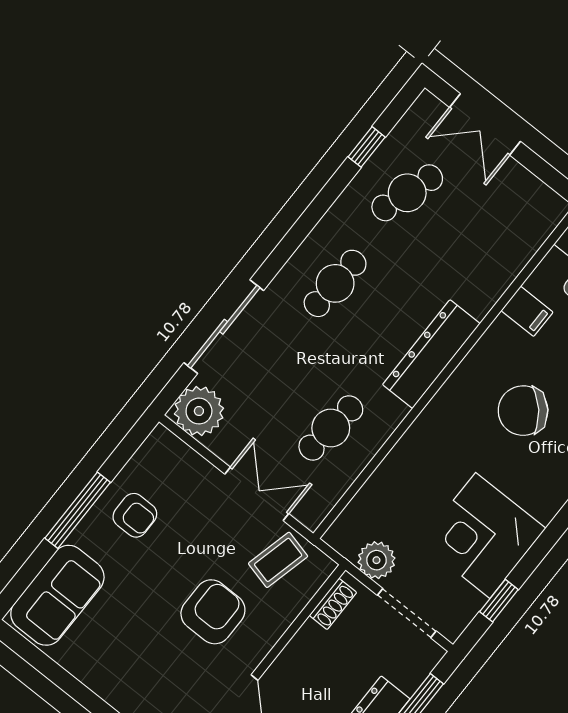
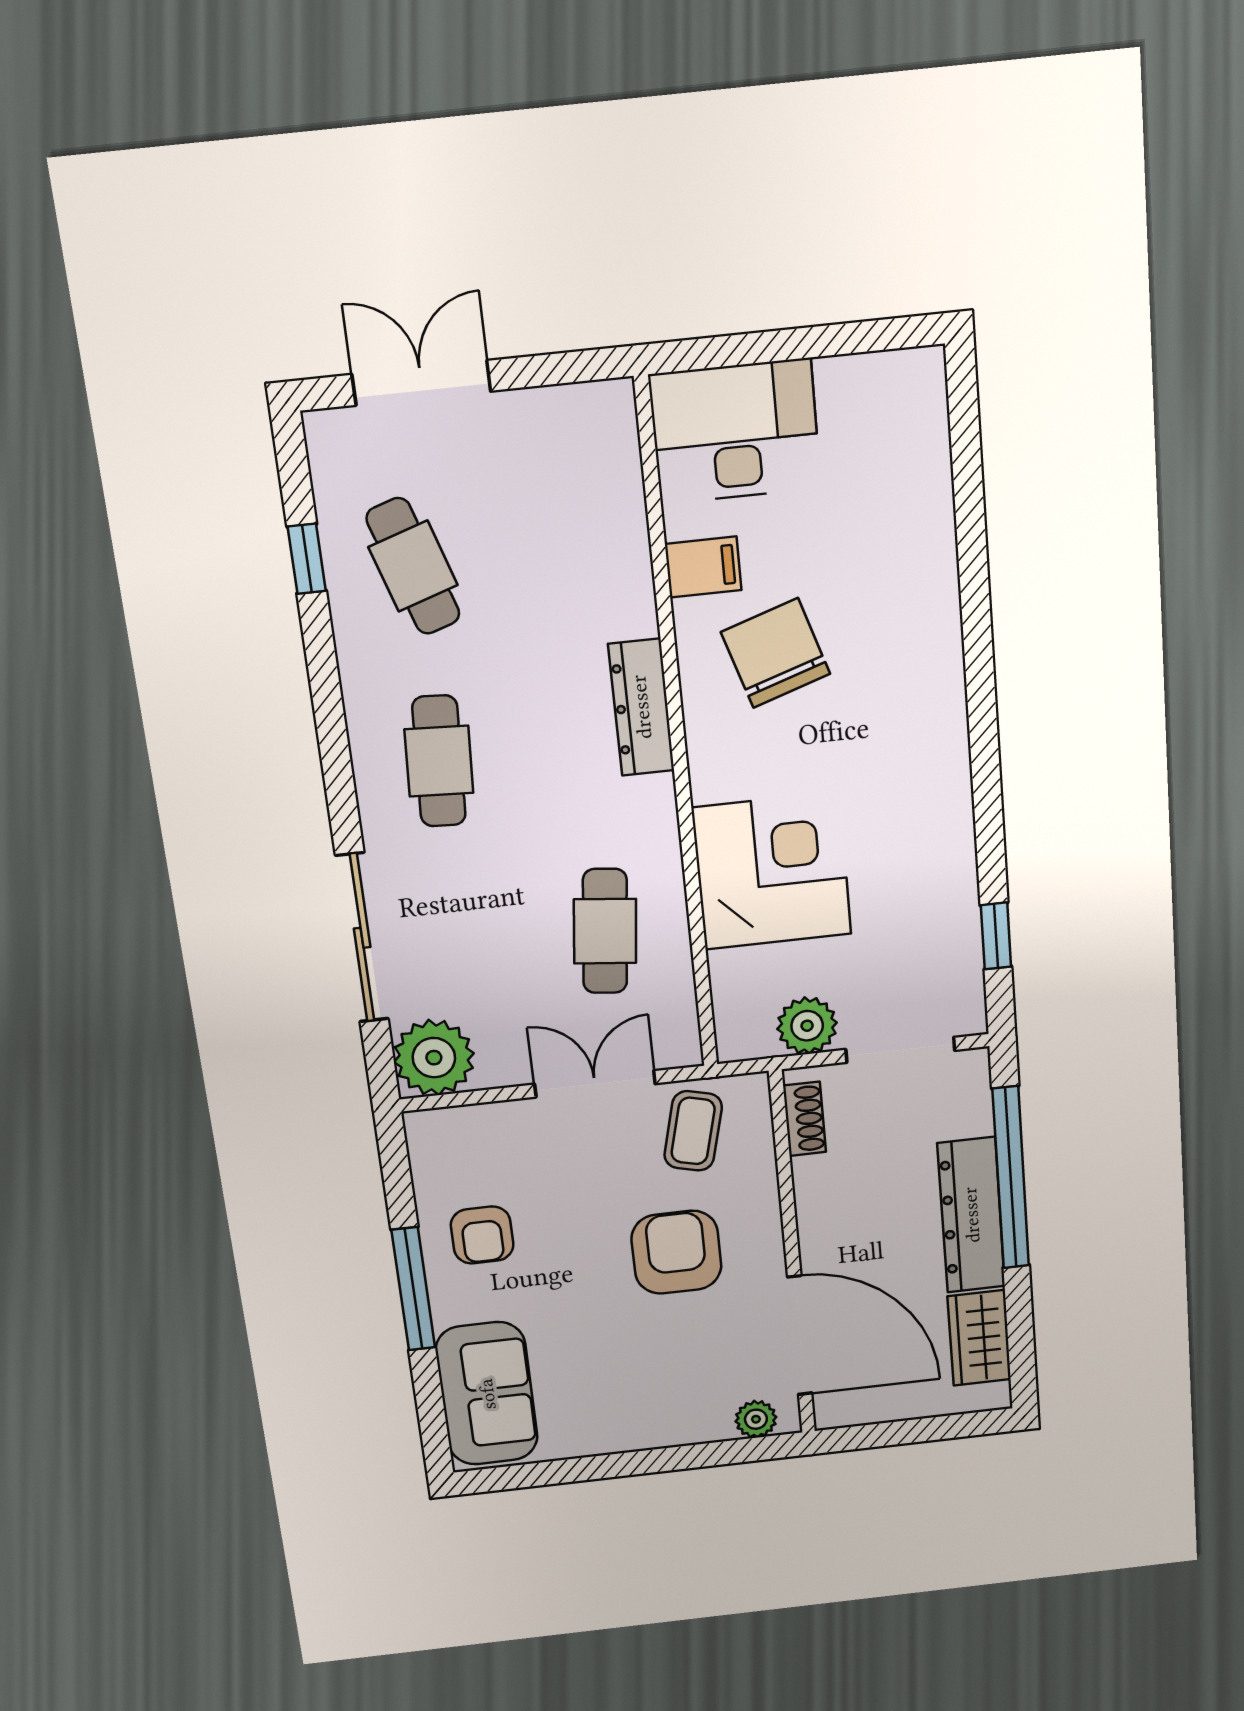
double door: (485, 124) -> (421, 383), swing flipped
cafe table: (407, 193) -> (413, 566), turned -36
dresser: (431, 354) -> (641, 707), width x0.73, depth x0.80
chair: (523, 411) -> (776, 653), moved, turned 113
armchair: (135, 515) -> (482, 1235), turned 90
corner desk: (483, 535) -> (772, 871), moved, turned 180

